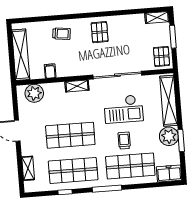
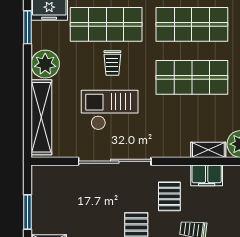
pallet: (162, 56) -> (169, 196), moved
filing cabinet: (50, 71) -> (207, 175), width x2.00
shelving: (77, 86) -> (208, 150), moved
window: (181, 140) -> (28, 27), moved

